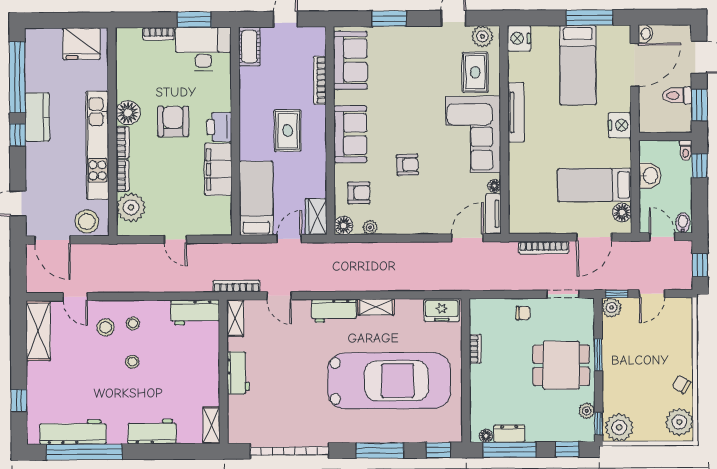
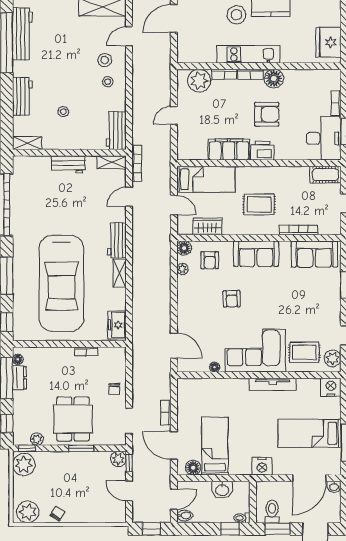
door: (635, 65) -> (309, 478), hinge flipped
toilet: (677, 95) -> (272, 511), moved
kitchen unit: (97, 145) -> (248, 54), width x0.73
tv unit: (493, 214) -> (193, 366), removed
wardrobe: (316, 217) -> (207, 226), moved
stool: (87, 221) -> (236, 15), moved
bookcase: (544, 248) -> (166, 413), width x0.64
stool: (132, 362) -> (63, 112), moved

